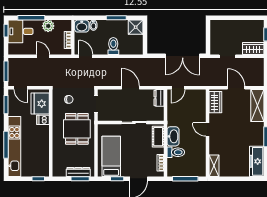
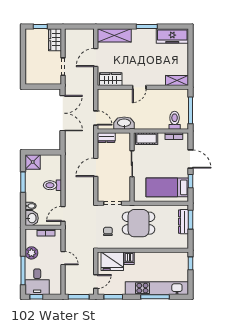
door: (43, 56) -> (63, 258), swing flipped
washbasin: (173, 136) -> (124, 123), moved
toilet: (176, 152) -> (175, 120), moved

